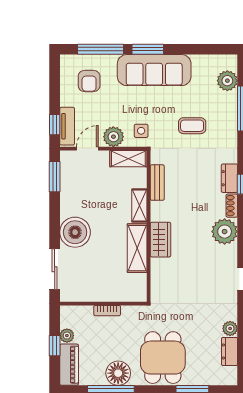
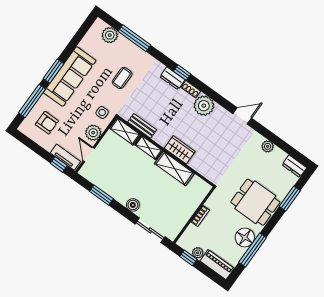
shelving: (128, 159) -> (125, 131), moved, turned 90
window: (55, 177) -> (101, 195), moved
boiler: (75, 232) -> (133, 205), width x0.54, depth x0.54
window: (55, 346) -> (188, 258), moved
dresser: (230, 351) -> (294, 166), moved

